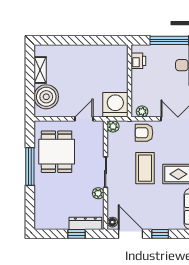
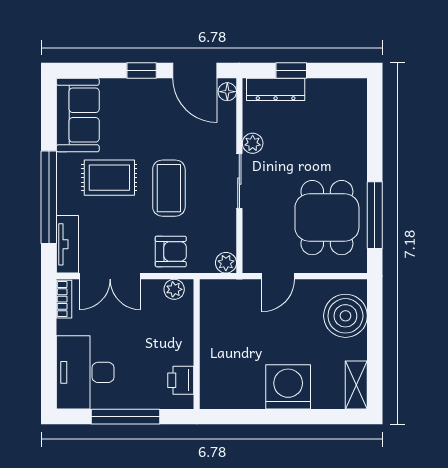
shelving: (40, 70) -> (356, 385), moved
washing machine: (115, 105) -> (288, 387), moved, turned 180
window: (30, 166) -> (375, 215), moved

